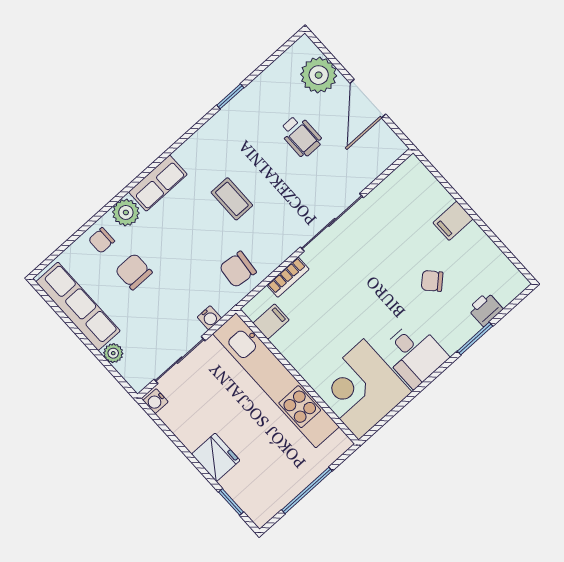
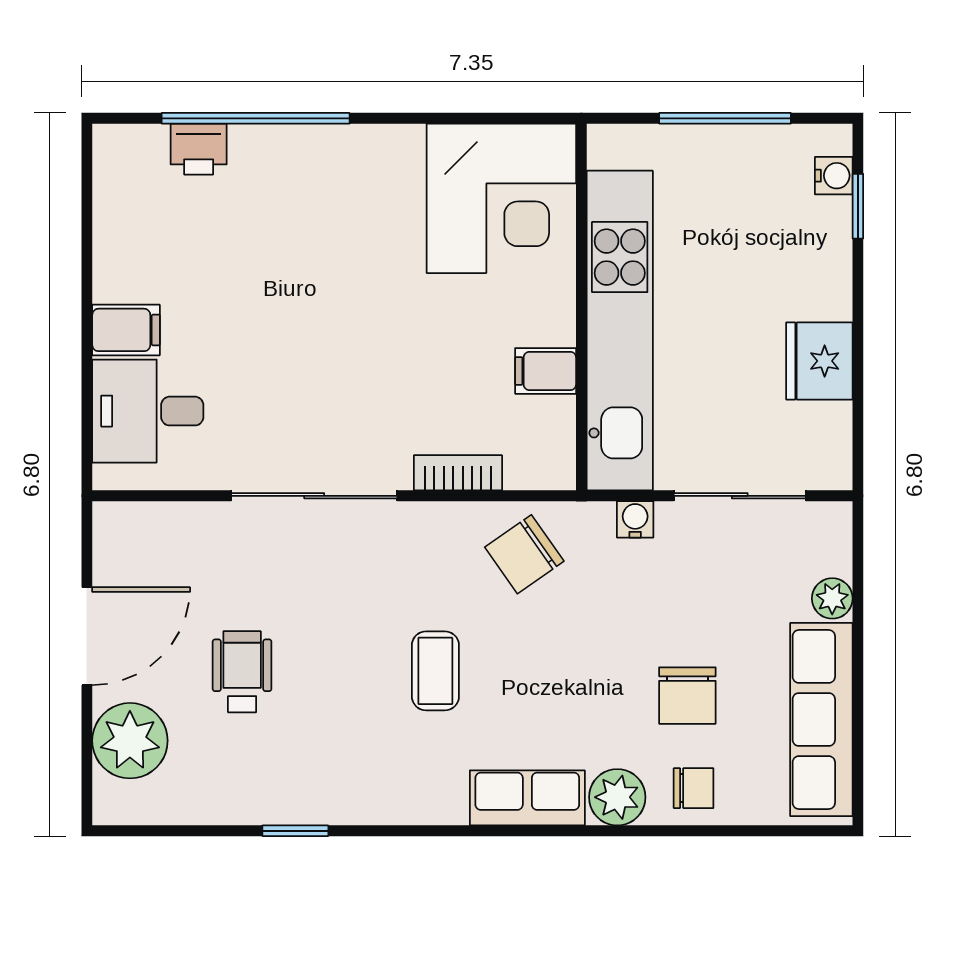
chair: (238, 269) -> (524, 554), turned 139
chair: (432, 281) -> (242, 266), removed
filing cabinet: (271, 322) -> (546, 371), moved
window: (475, 339) -> (256, 118), width x2.11
desk: (414, 354) -> (148, 411), moved, turned -90
water cooler: (156, 401) -> (834, 176), moved
fridge: (216, 457) -> (819, 361), moved

